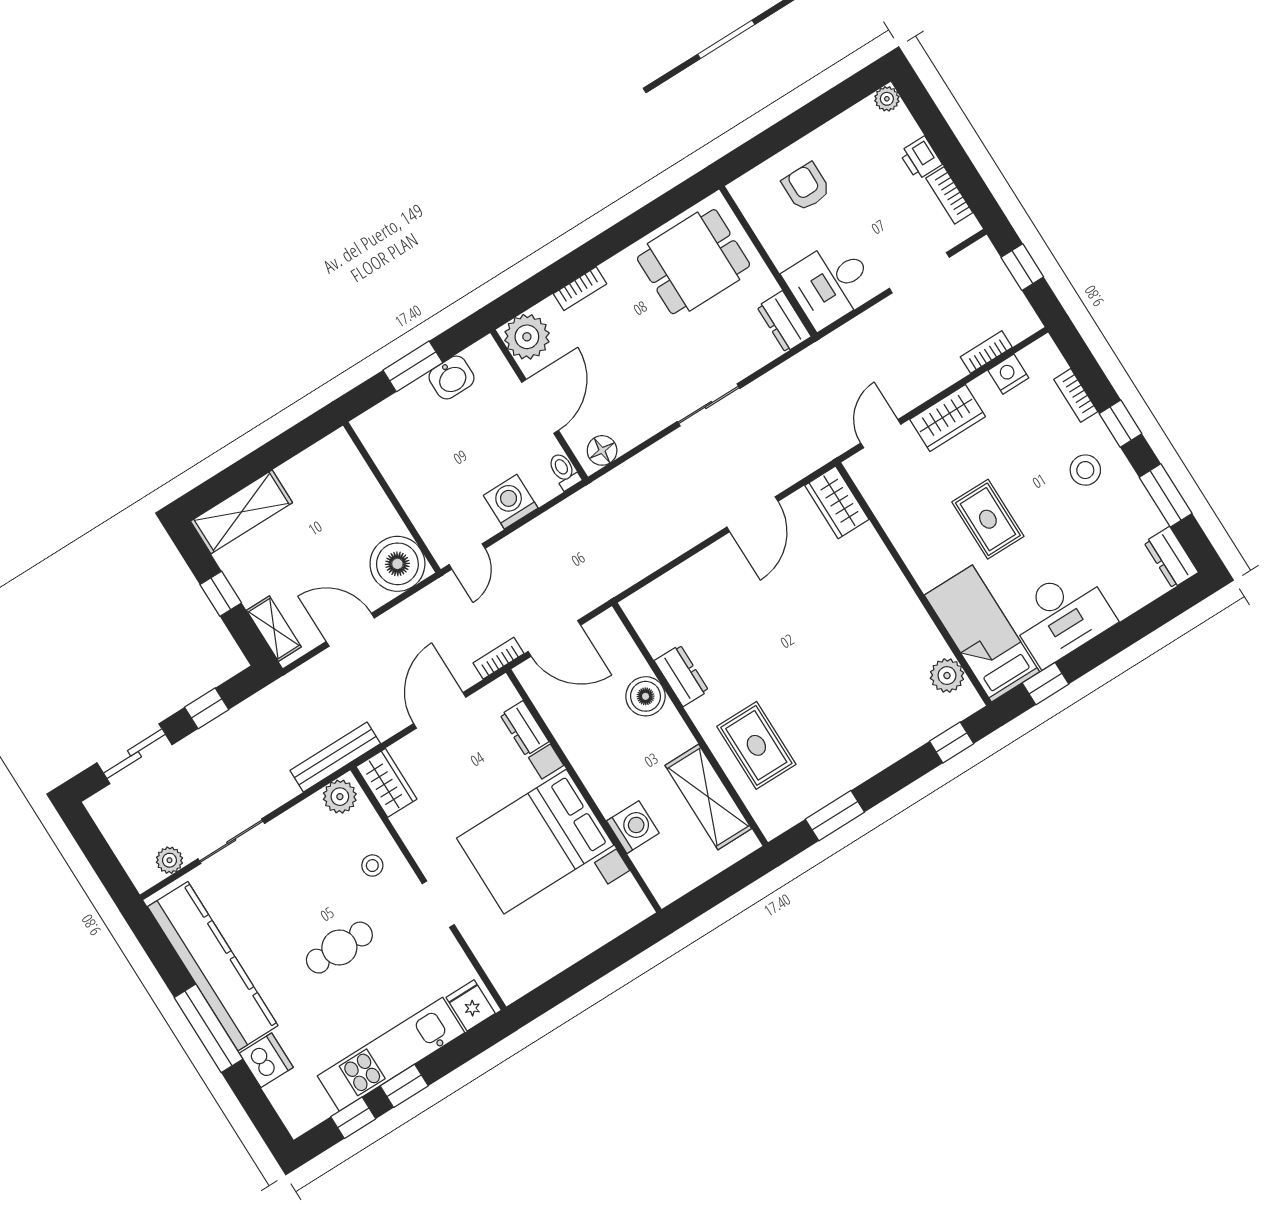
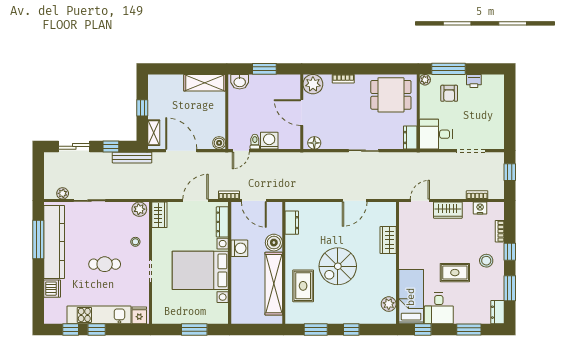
plant: (887, 99) -> (425, 80), moved
window: (775, 139) -> (449, 69), added
printer: (921, 158) -> (474, 81), moved, turned -90
armchair: (806, 187) -> (449, 93), turned 180
bookcase: (949, 195) -> (499, 129), removed
washbasin: (451, 378) -> (240, 82), moved
door: (540, 406) -> (302, 113), swing flipped
toilet: (564, 471) -> (255, 142), moved
wardrobe: (837, 502) -> (388, 240), moved
shelving: (241, 512) -> (205, 83), moved
rug: (988, 519) -> (455, 273), moved, turned 90
boiler: (397, 564) -> (219, 143), width x0.54, depth x0.54
desk: (1062, 616) -> (439, 308), width x0.73
window: (1136, 627) -> (469, 329), added
door: (350, 630) -> (181, 151), width x1.36
spiral stairs: (800, 664) -> (338, 266), added
dresser: (681, 676) -> (292, 223), moved
dresser: (524, 728) -> (222, 222), width x1.44
window: (952, 742) -> (351, 329), moved
bench: (335, 757) -> (132, 158), moved
shelving: (708, 797) -> (274, 284), width x1.47
washing machine: (633, 827) -> (239, 248), moved
window: (596, 965) -> (194, 329), added
window: (208, 1028) -> (38, 240), moved

